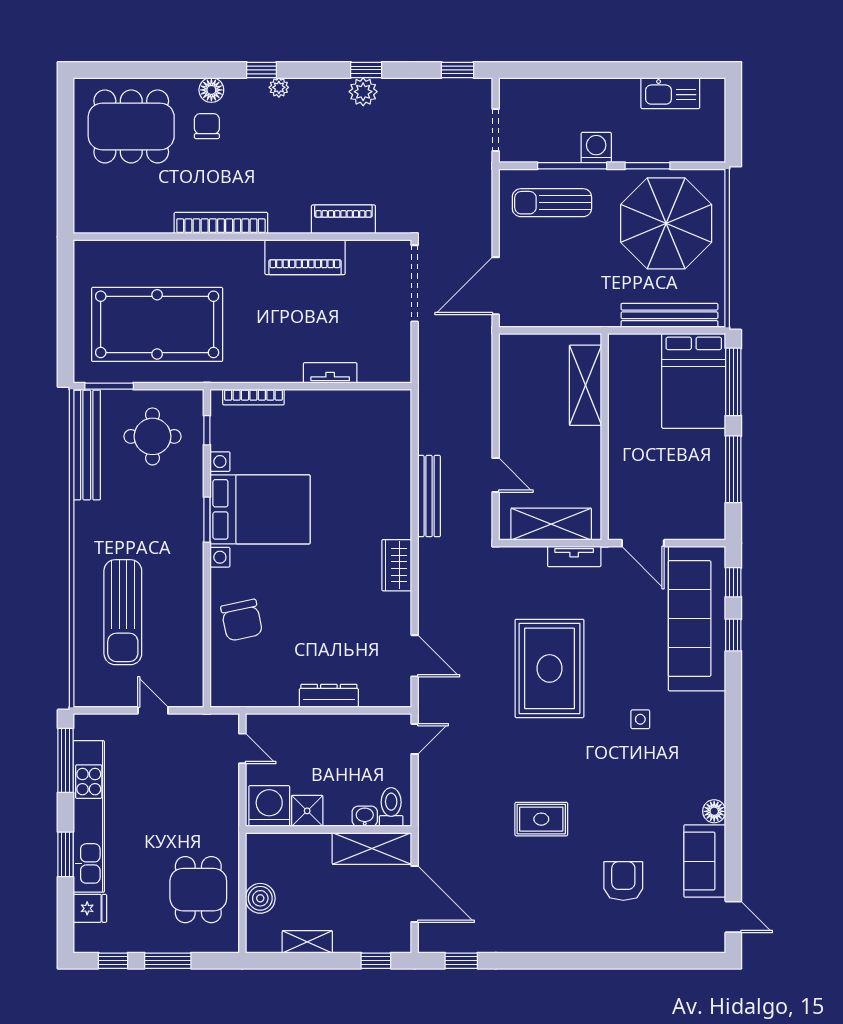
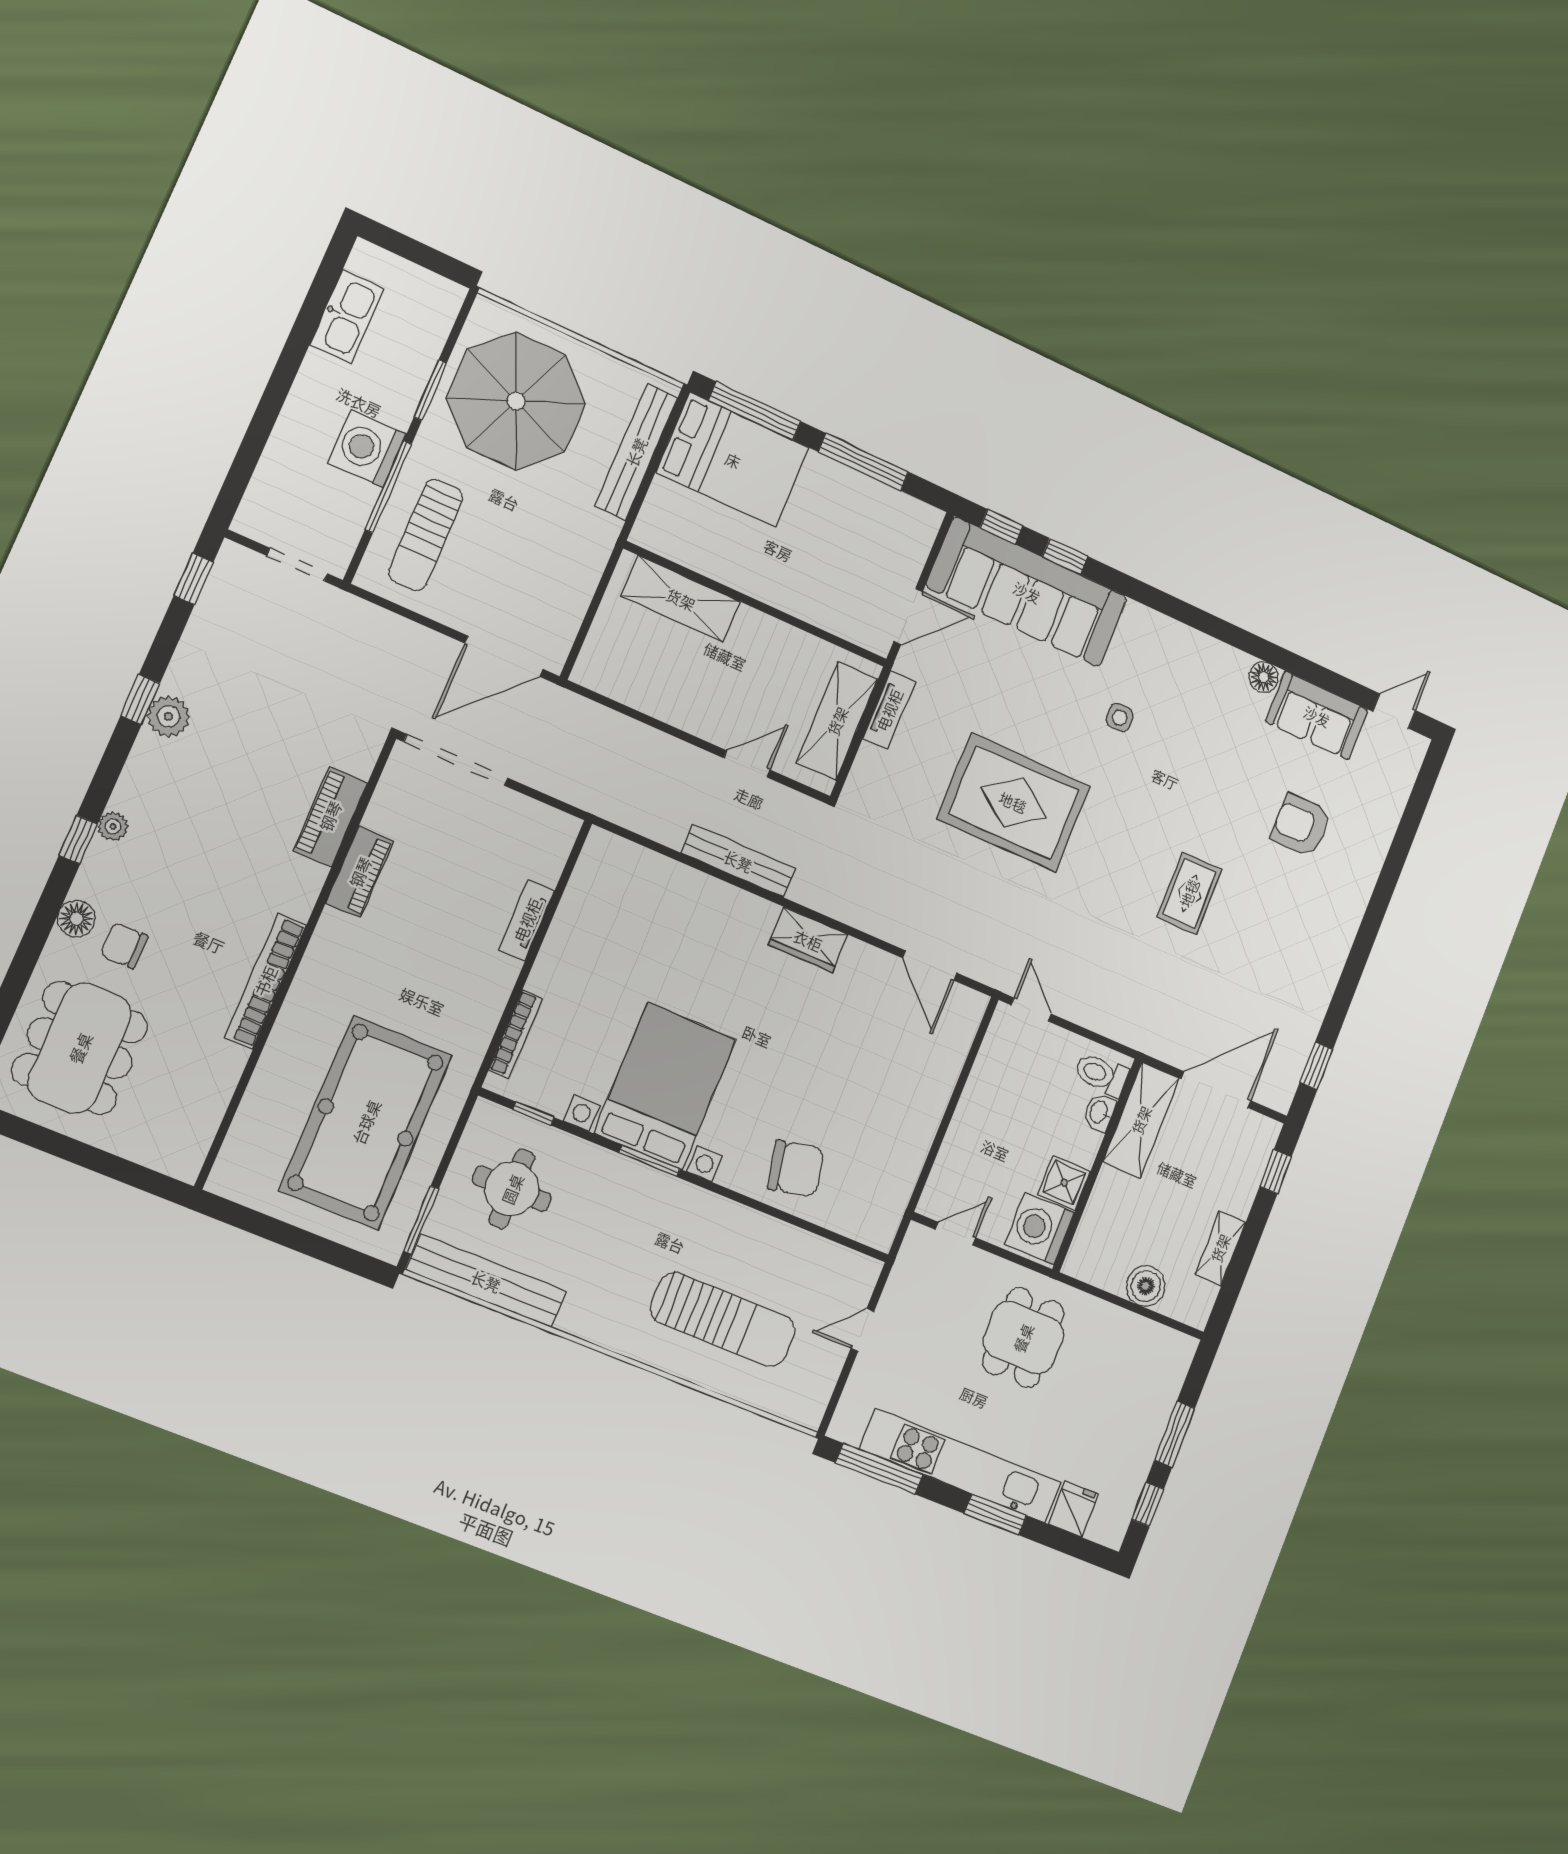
washing machine: (596, 148) -> (367, 449), width x1.37, depth x1.37
piano: (305, 257) -> (360, 872), width x0.73, depth x0.75
door: (496, 286) -> (504, 656), hinge flipped
door: (415, 656) -> (930, 966), swing flipped
dresser: (329, 696) -> (935, 1096), removed
dining table: (198, 890) -> (1023, 1338), moved, turned 90

